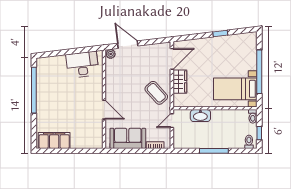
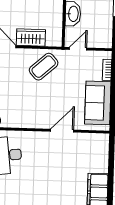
door: (172, 121) -> (78, 49), swing flipped

